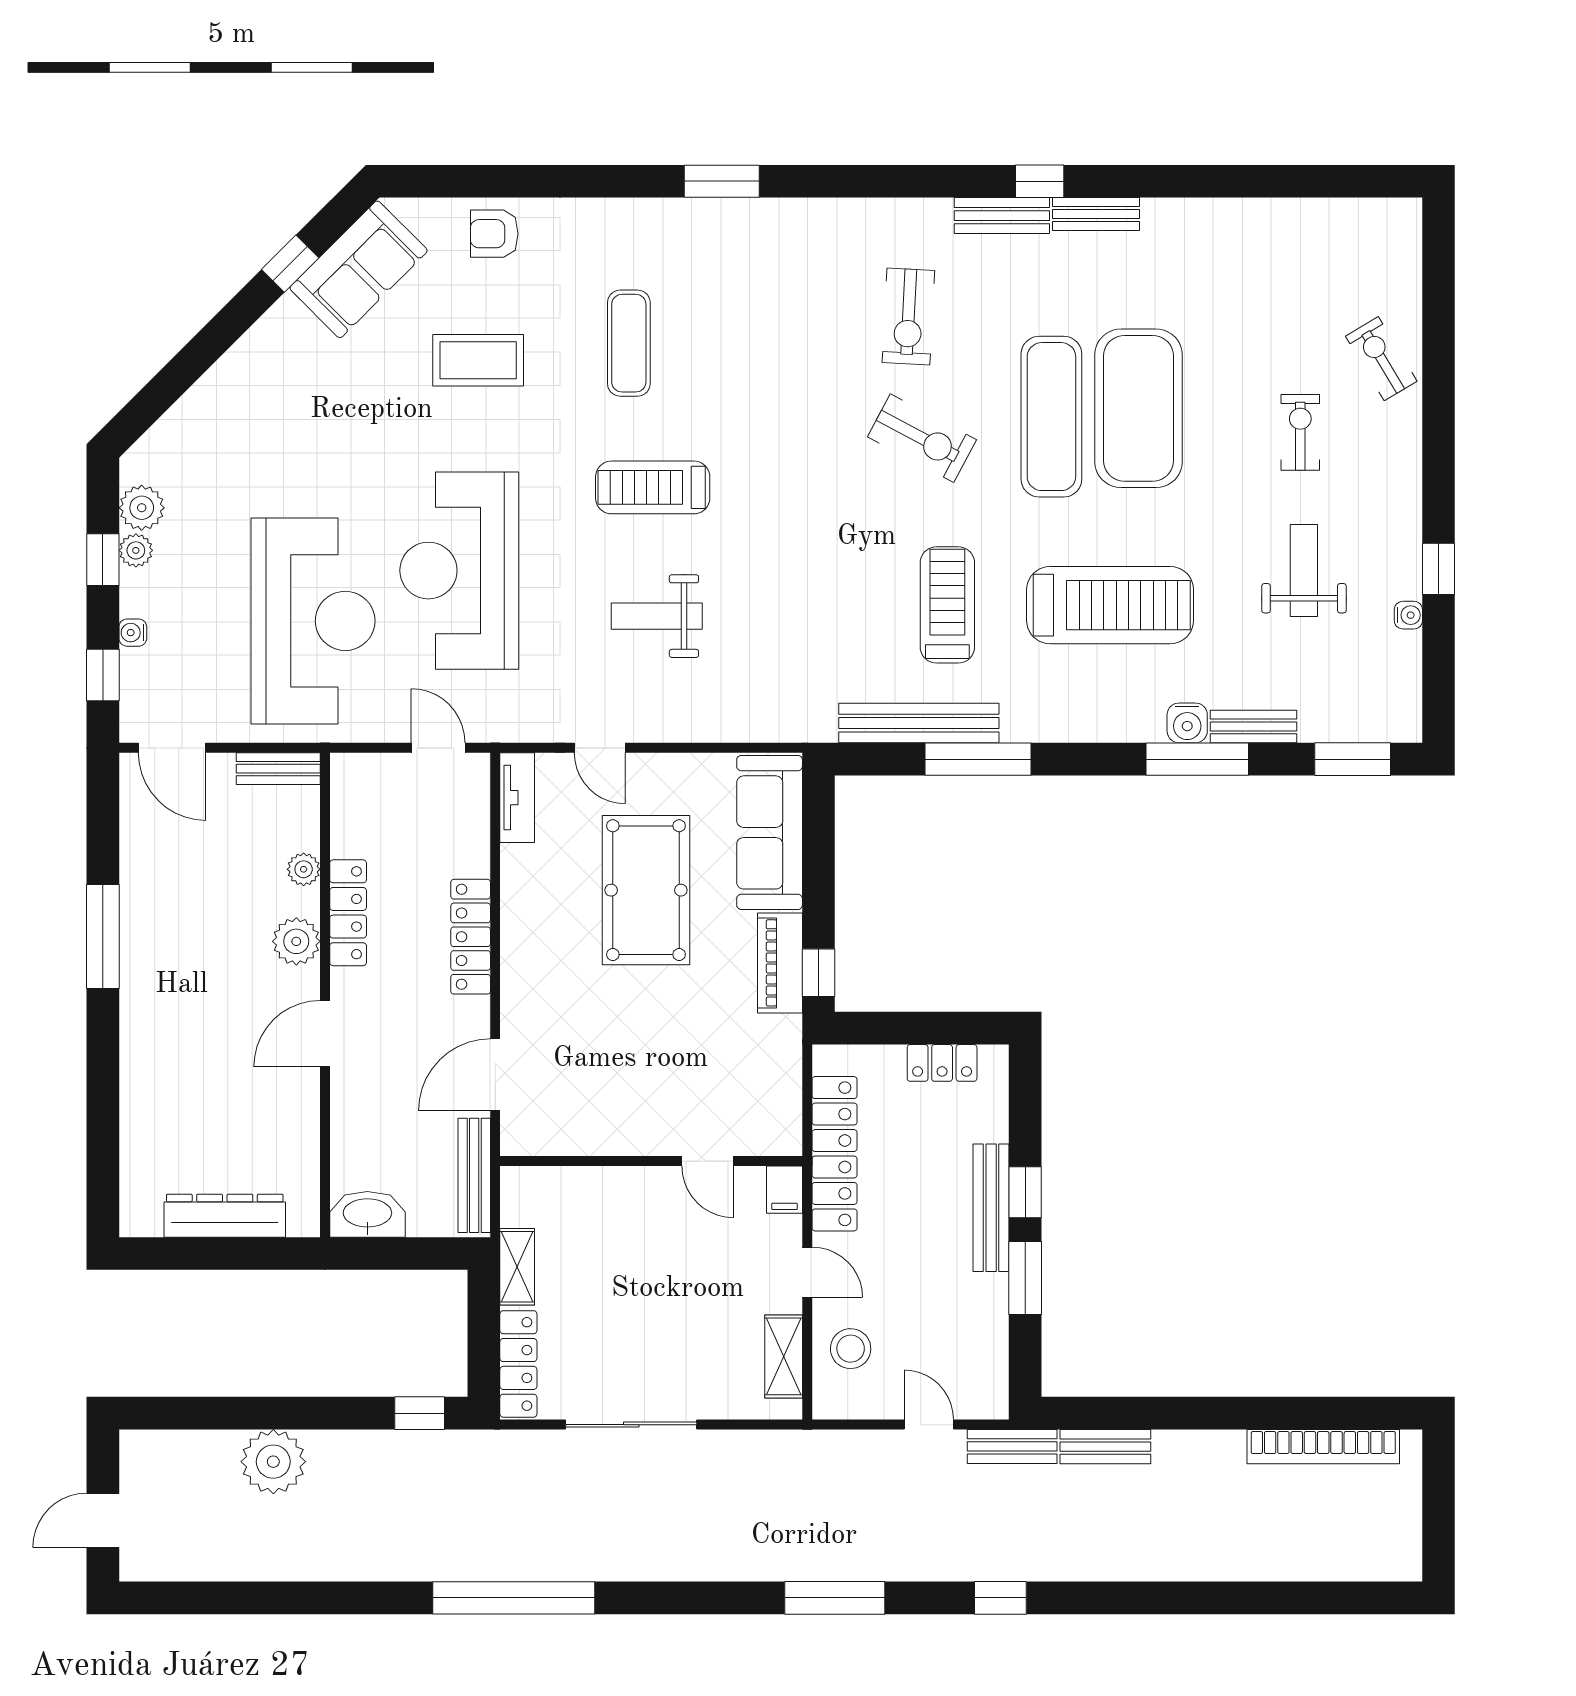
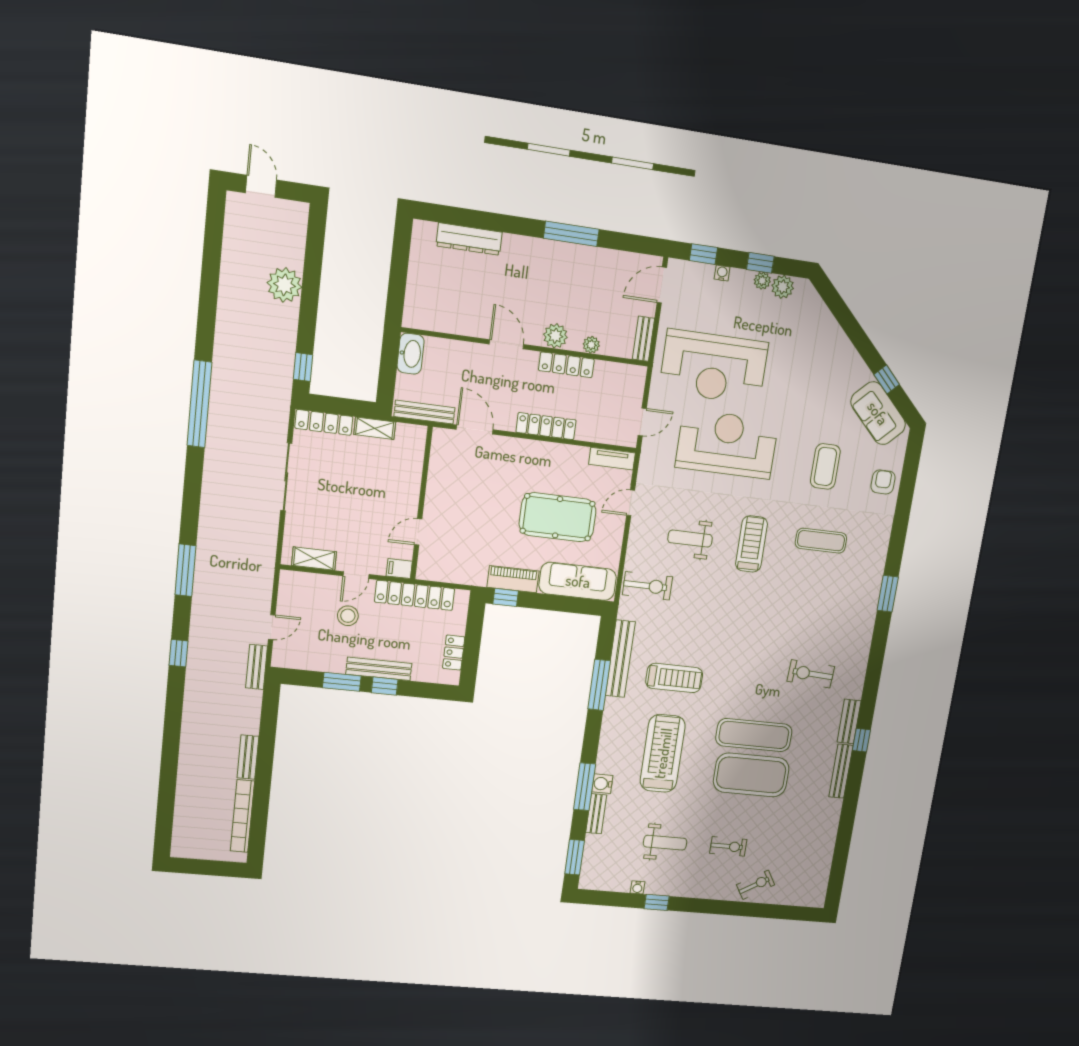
bench: (1096, 214) -> (841, 771), width x1.36
exercise bike: (922, 438) -> (647, 586), moved, turned -118
treadmill: (1110, 605) -> (663, 753), turned 180
weight bench: (657, 616) -> (690, 539), turned -90
dresser: (225, 1216) -> (469, 239), moved, turned 90
stool: (851, 1349) -> (348, 616), moved
bench: (1105, 1447) -> (248, 757), moved

